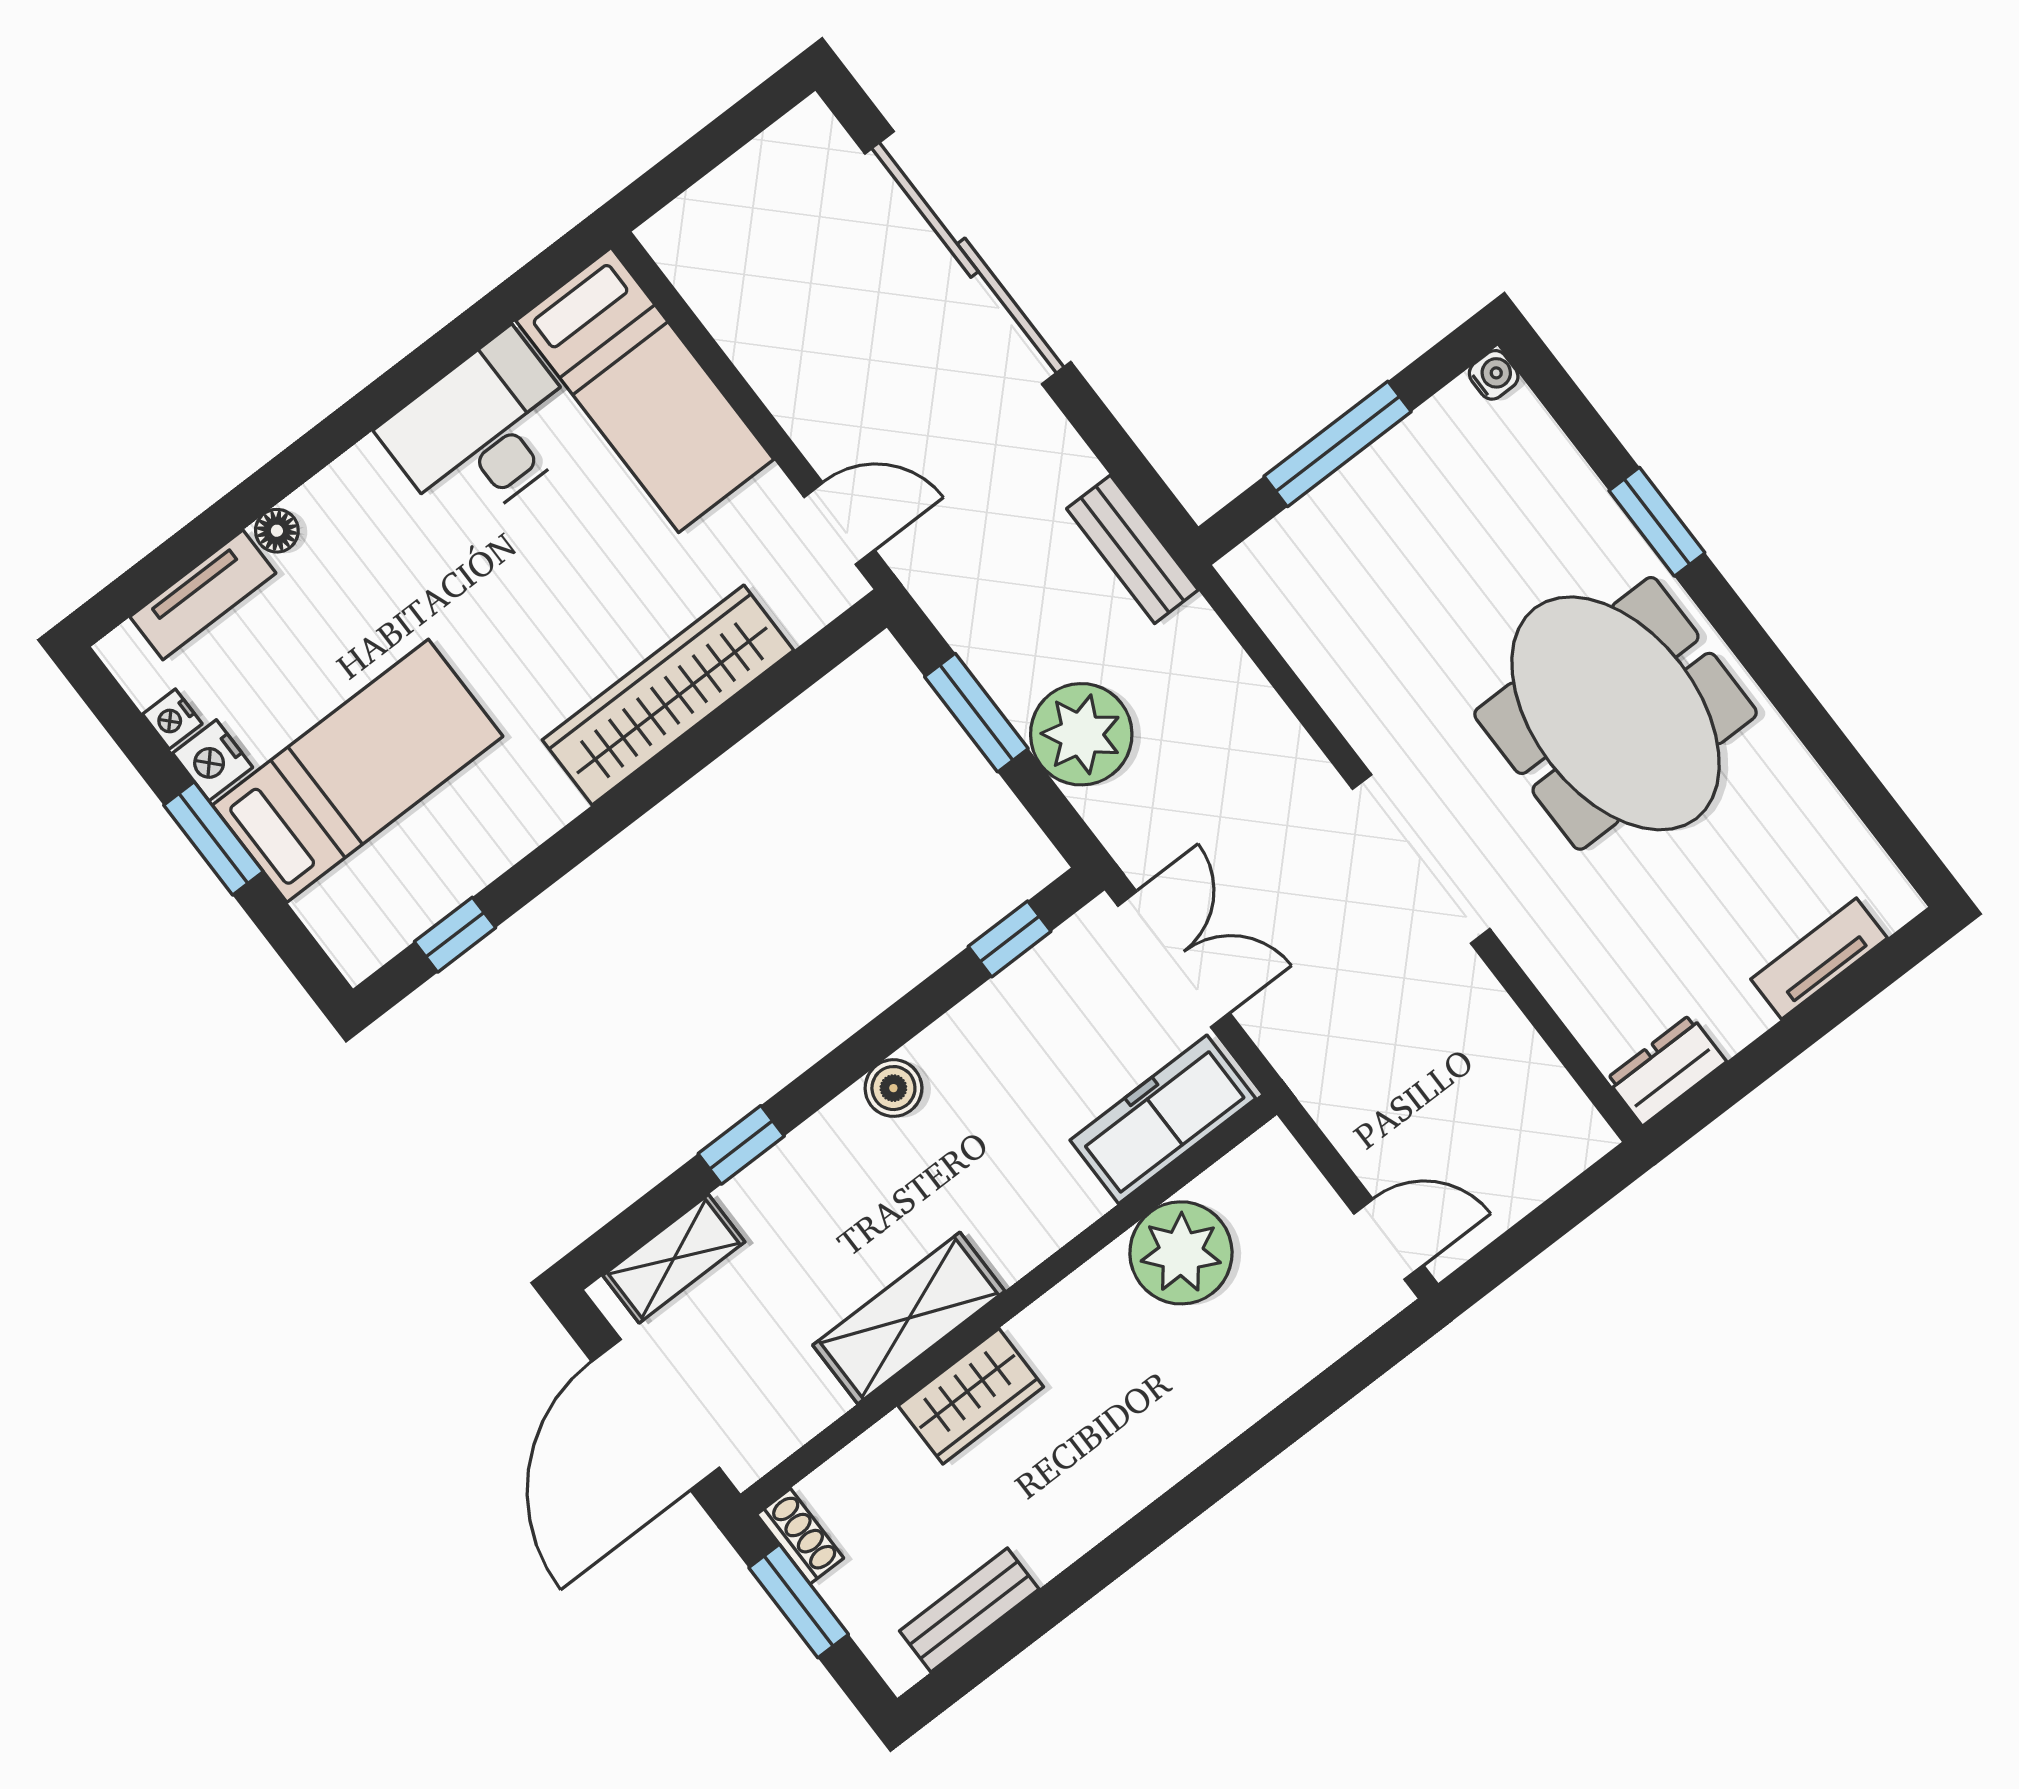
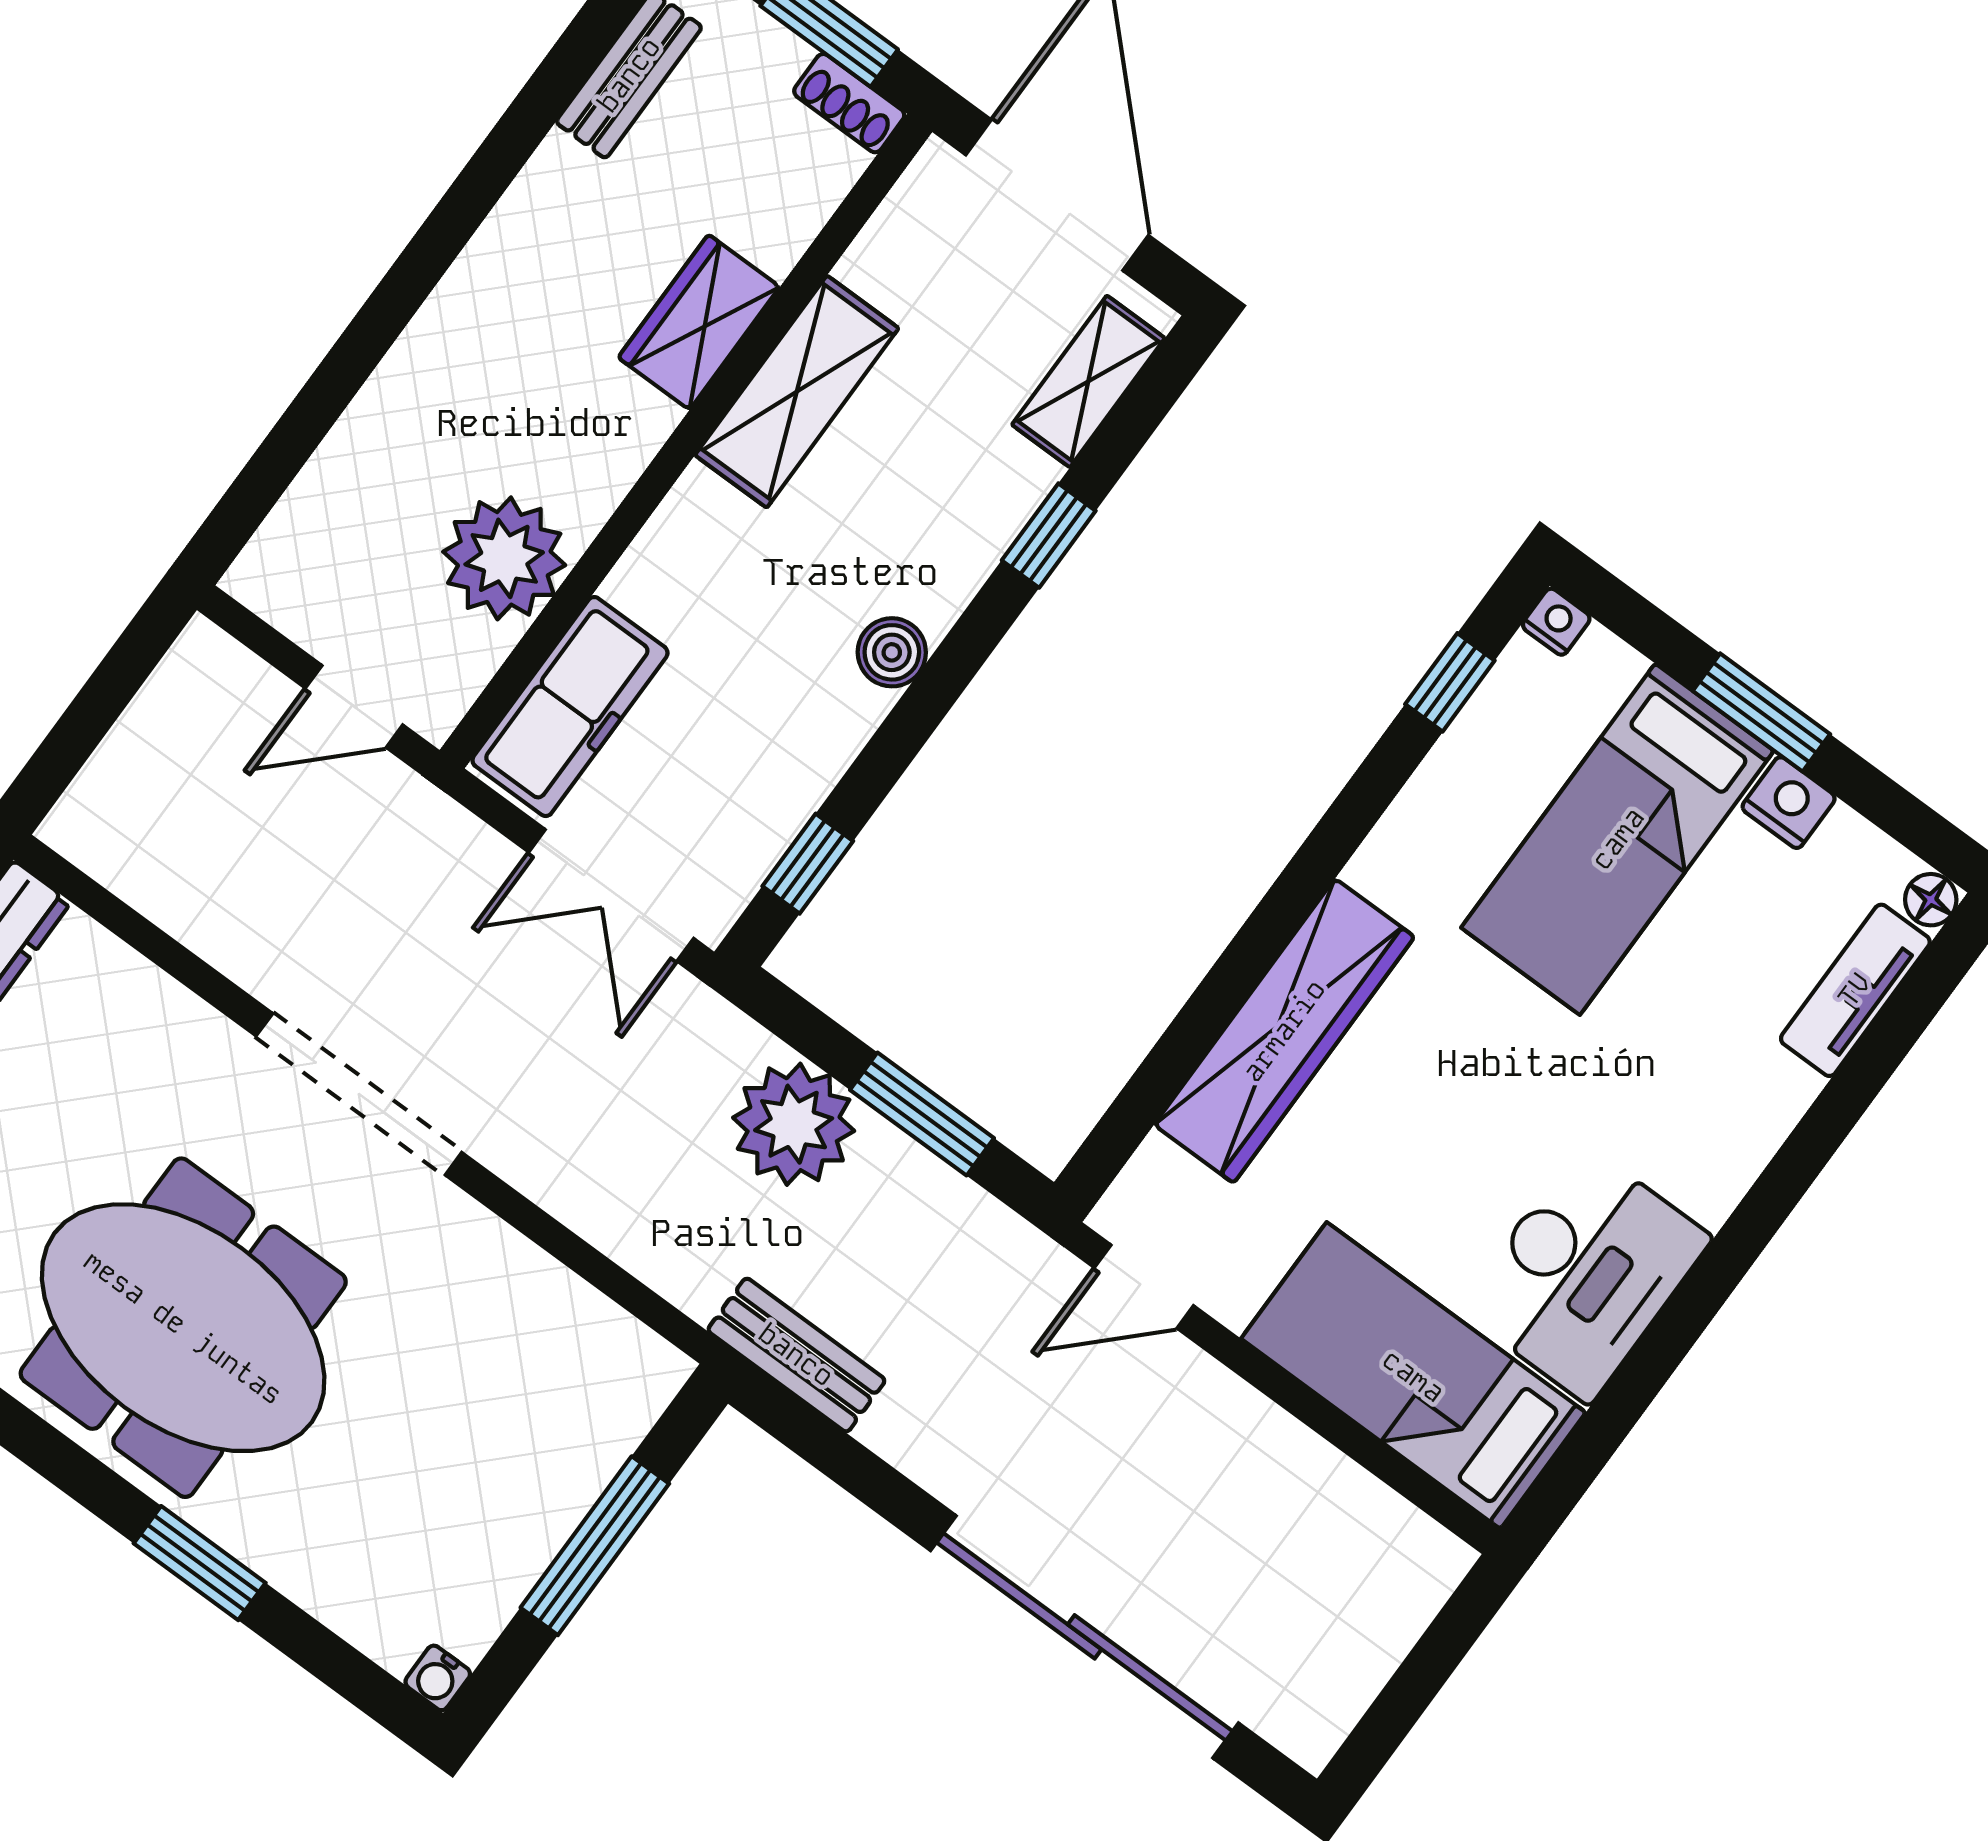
floor lamp: (277, 531) -> (1931, 900), moved
nightstand: (172, 719) -> (1556, 622), moved
door: (1389, 1239) -> (354, 706), moved

